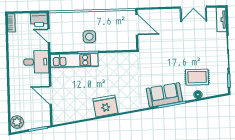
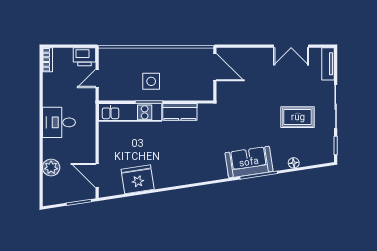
door: (49, 36) -> (97, 78), hinge flipped
kitchen counter: (112, 59) -> (180, 112), added
desk: (36, 62) -> (59, 122), moved, turned 180
rug: (197, 77) -> (298, 117), moved
door: (51, 95) -> (97, 176), moved
fridge: (105, 106) -> (138, 179), moved
plant: (17, 122) -> (51, 167), moved

